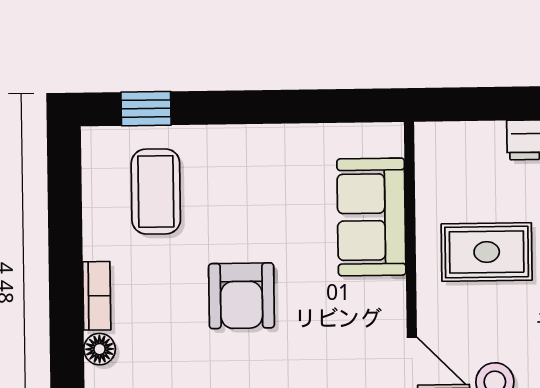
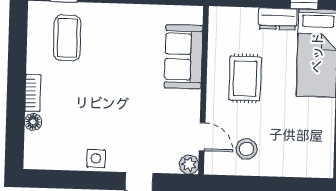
rug: (487, 252) -> (245, 78), turned 90
armchair: (241, 296) -> (111, 96), removed

